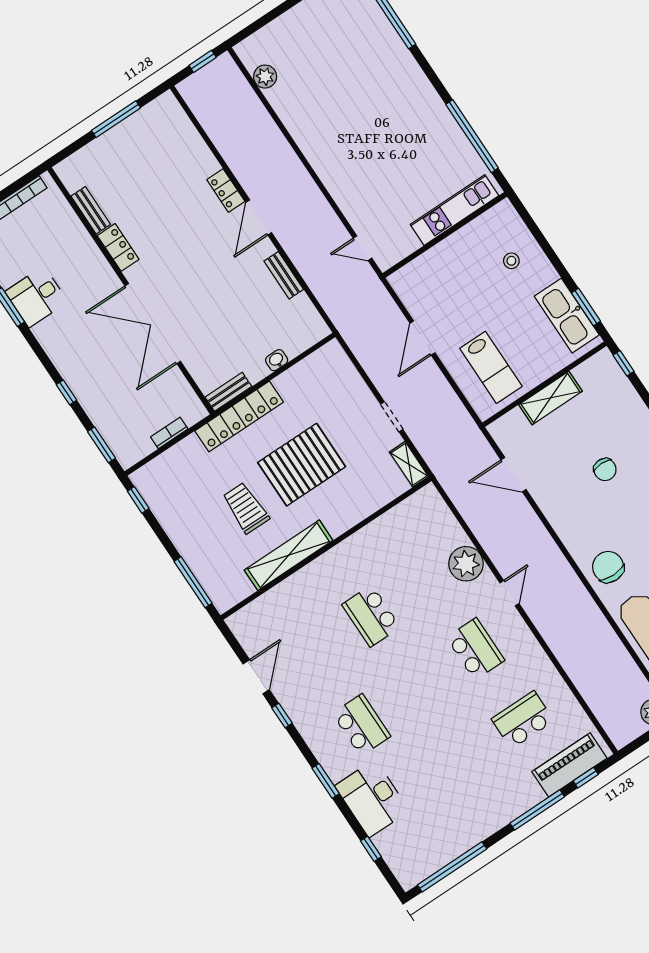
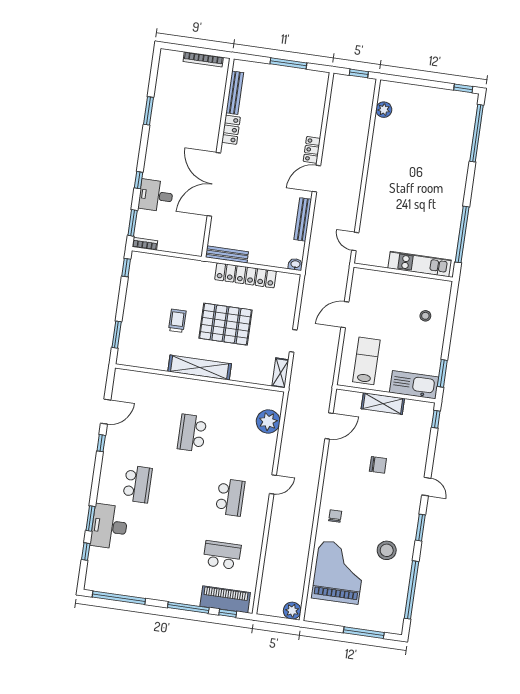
bench: (91, 210) -> (235, 93), width x1.36
bench: (284, 275) -> (303, 219), width x1.36
desk: (36, 297) -> (156, 196), moved
kitchen sink: (567, 316) -> (414, 385), moved, turned 90
washbasin: (277, 360) -> (295, 264), moved
lab bench: (491, 367) -> (366, 361), turned 180
bench: (228, 392) -> (227, 254), width x1.36
locker: (239, 416) -> (246, 275), moved
bookcase: (169, 433) -> (145, 244), moved
chair: (605, 469) -> (378, 465), turned -90
door: (514, 475) -> (329, 426), swing flipped
trolley: (246, 508) -> (177, 321), width x0.73, depth x0.72
shelving: (289, 555) -> (200, 368), moved
plant: (466, 564) -> (268, 421), moved
chair: (608, 567) -> (335, 516), width x0.54, depth x0.54
window: (193, 582) -> (117, 335), width x0.69
window: (326, 781) -> (90, 518), moved

